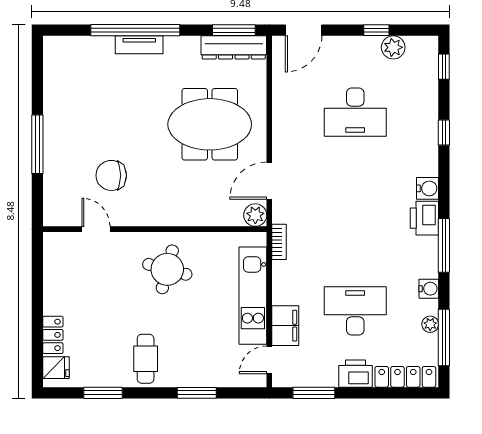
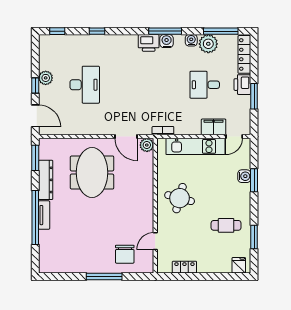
window: (376, 30) -> (35, 85), moved
dresser: (234, 47) -> (46, 180), moved
plant: (393, 47) -> (46, 78), moved
chair: (111, 175) -> (125, 254), moved
water cooler: (428, 188) -> (167, 41), moved
desk: (355, 311) -> (205, 85), width x0.73
plant: (430, 324) -> (208, 44), width x1.88, depth x1.88
locker: (53, 335) -> (184, 267), moved
cafe table: (146, 359) -> (226, 225), moved
door: (269, 360) -> (234, 137), hinge flipped
water cooler: (204, 377) -> (244, 176), added
window: (314, 393) -> (254, 96), moved

